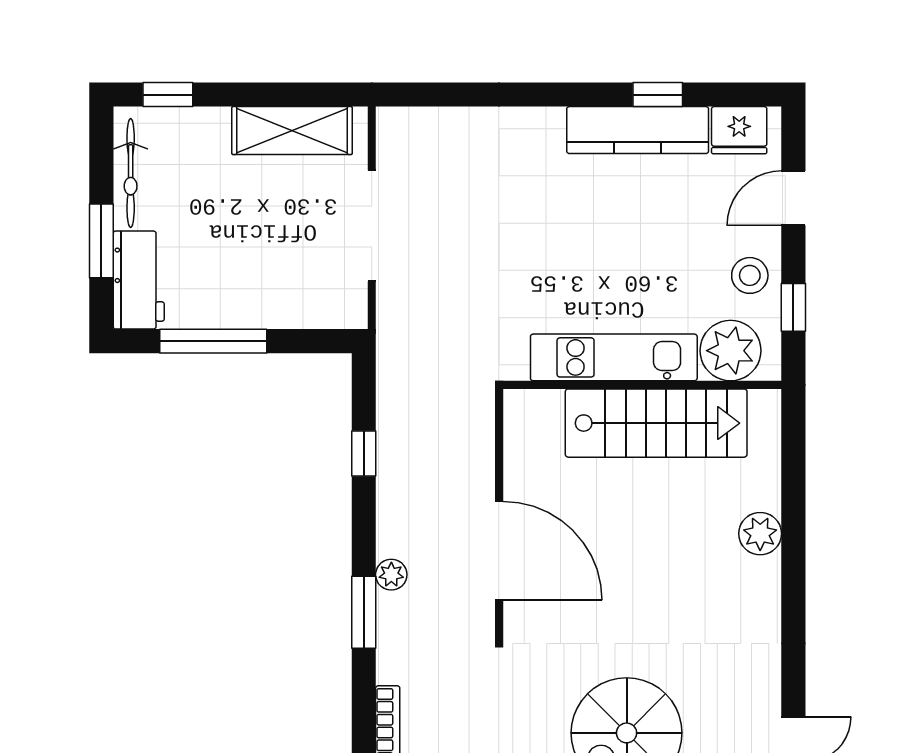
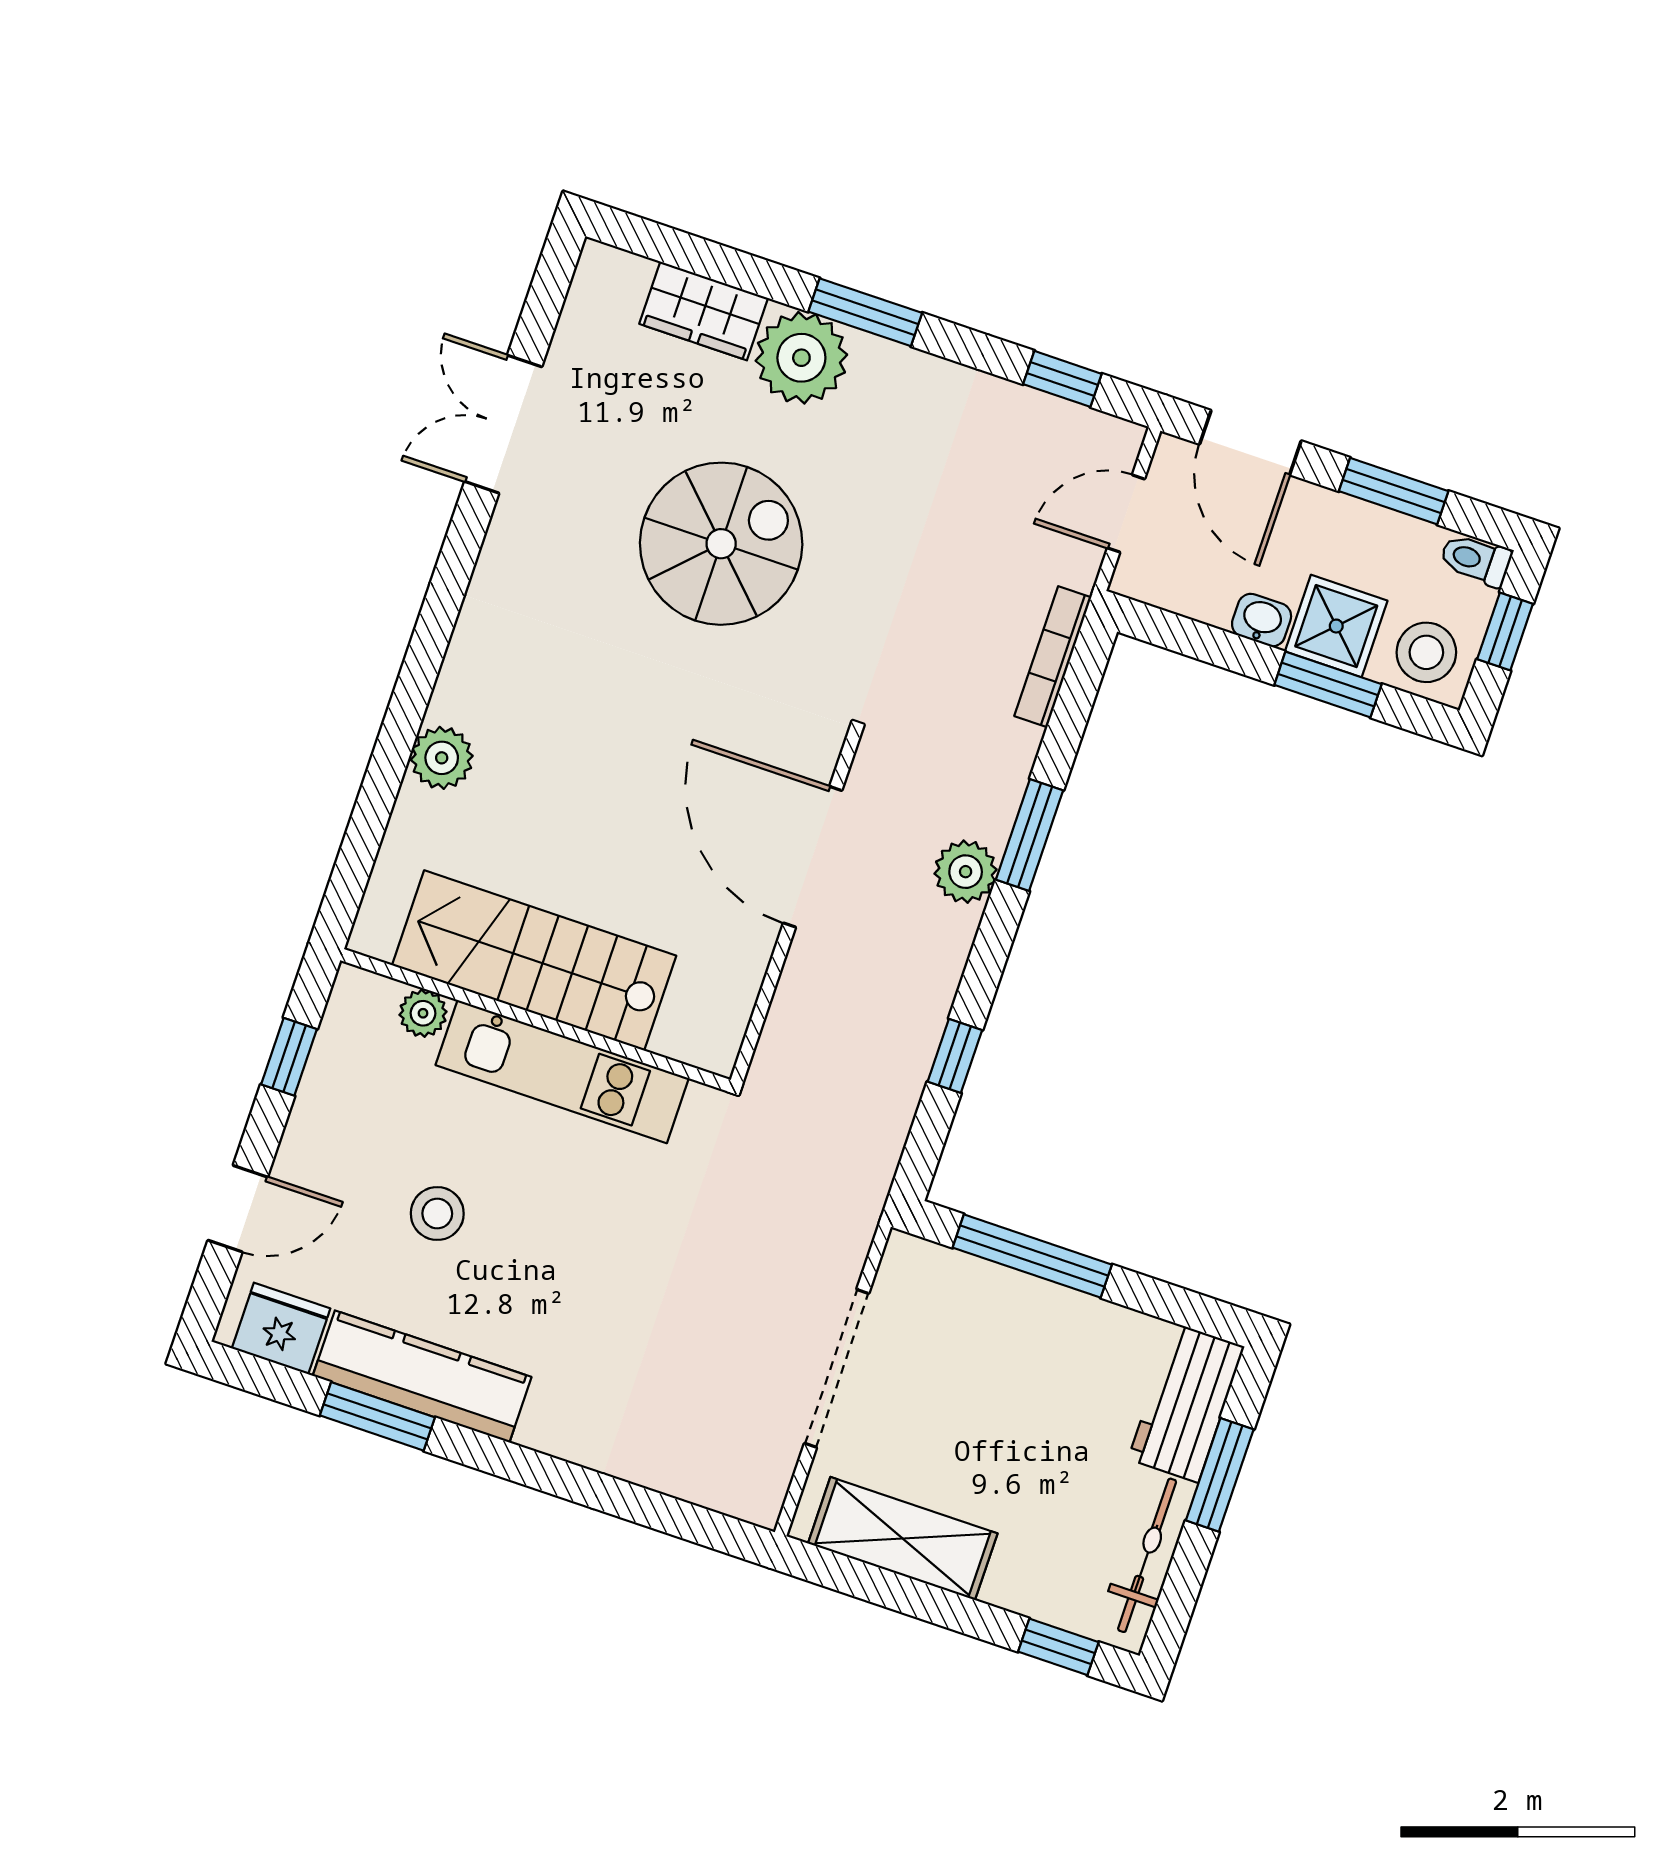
window: (658, 95) -> (377, 1416), width x1.50
stool: (750, 275) -> (437, 1214), moved
window: (213, 341) -> (1032, 1256), moved
plant: (731, 351) -> (423, 1013), width x0.53, depth x0.53
plant: (391, 575) -> (966, 872), width x1.38, depth x1.38

